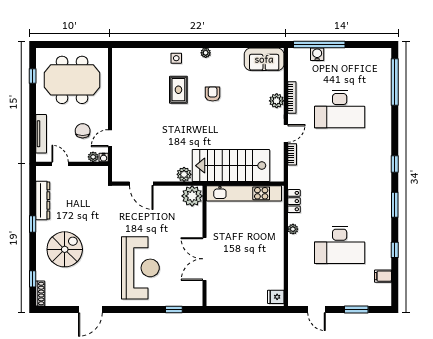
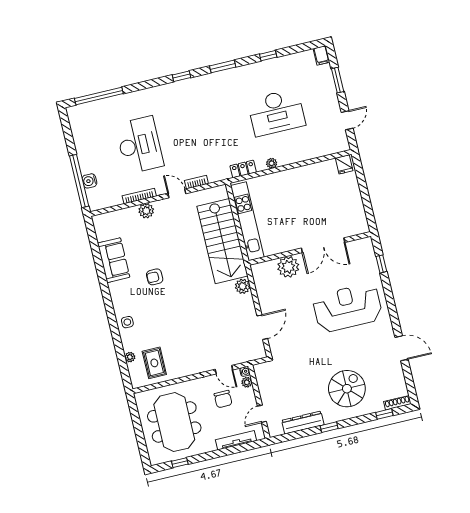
plant: (206, 53) -> (130, 357), moved
sofa: (264, 59) -> (114, 260), moved
rug: (178, 90) -> (154, 363), moved, turned 90
chair: (83, 131) -> (223, 399), turned -90
plant: (192, 196) -> (288, 267), moved
desk: (340, 245) -> (276, 112), turned 90
spiral stairs: (65, 249) -> (347, 389), turned 90
filing cabinet: (383, 276) -> (321, 55), moved

